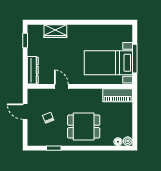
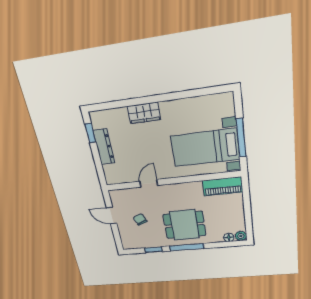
wardrobe: (55, 31) -> (144, 113), moved
dresser: (33, 70) -> (104, 147), moved
door: (61, 86) -> (149, 183), hinge flipped
window: (82, 148) -> (187, 247), added

